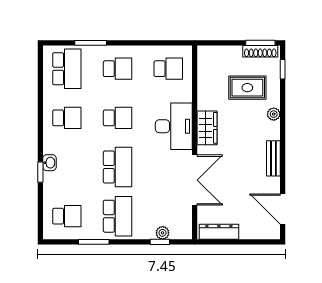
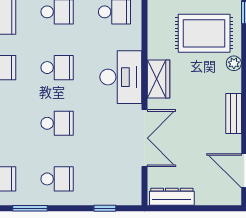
rug: (247, 88) -> (204, 33), width x1.36, depth x1.43
school desk: (118, 167) -> (57, 123), width x0.54
school desk: (118, 216) -> (57, 179), width x0.54
plant: (163, 233) -> (108, 198), removed

